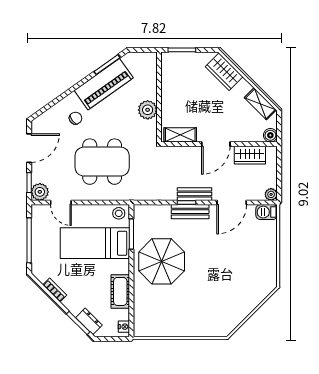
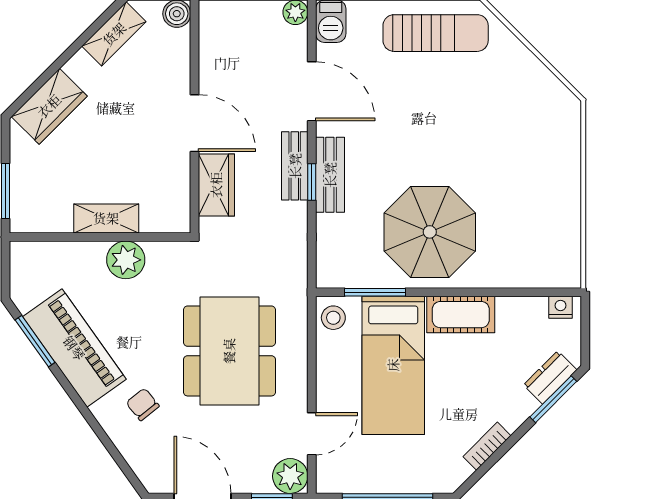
shelving: (180, 135) -> (106, 218), moved, turned 90
wardrobe: (250, 155) -> (216, 185), moved
sun lounger: (261, 264) -> (436, 33), added
cot: (120, 291) -> (461, 315), moved

